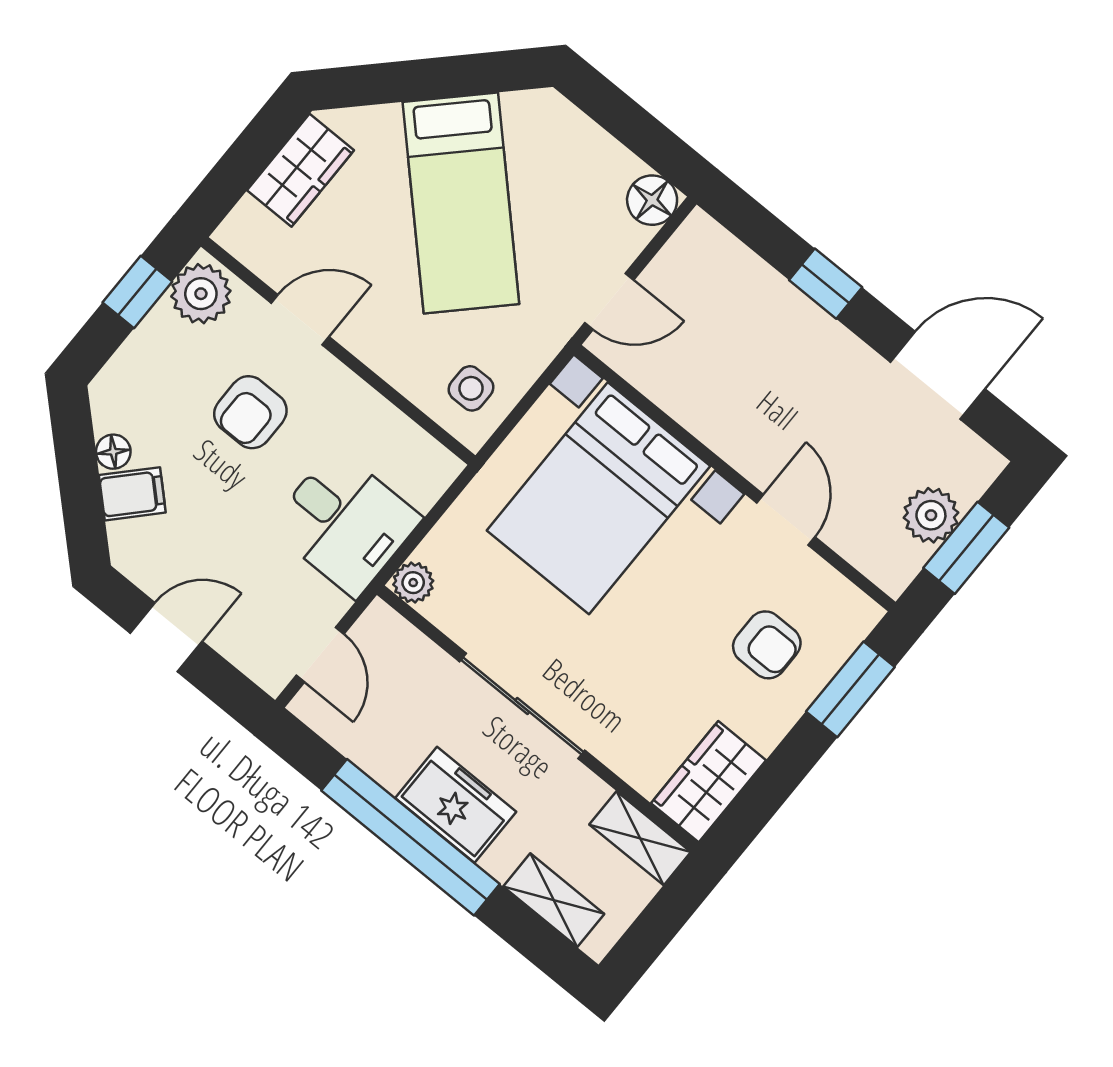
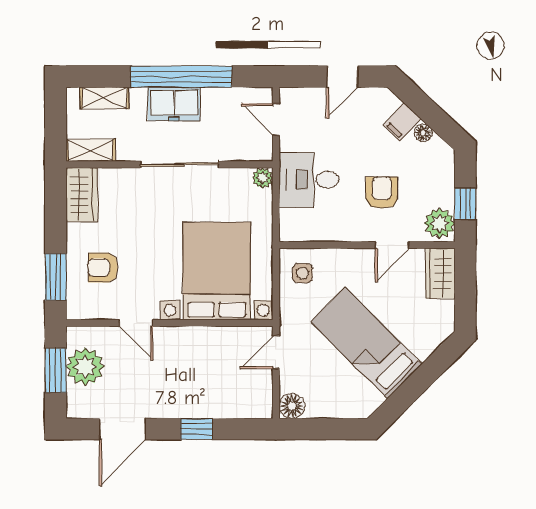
wardrobe: (300, 170) -> (440, 273), moved
plant: (931, 515) -> (85, 367), width x1.36, depth x1.36

